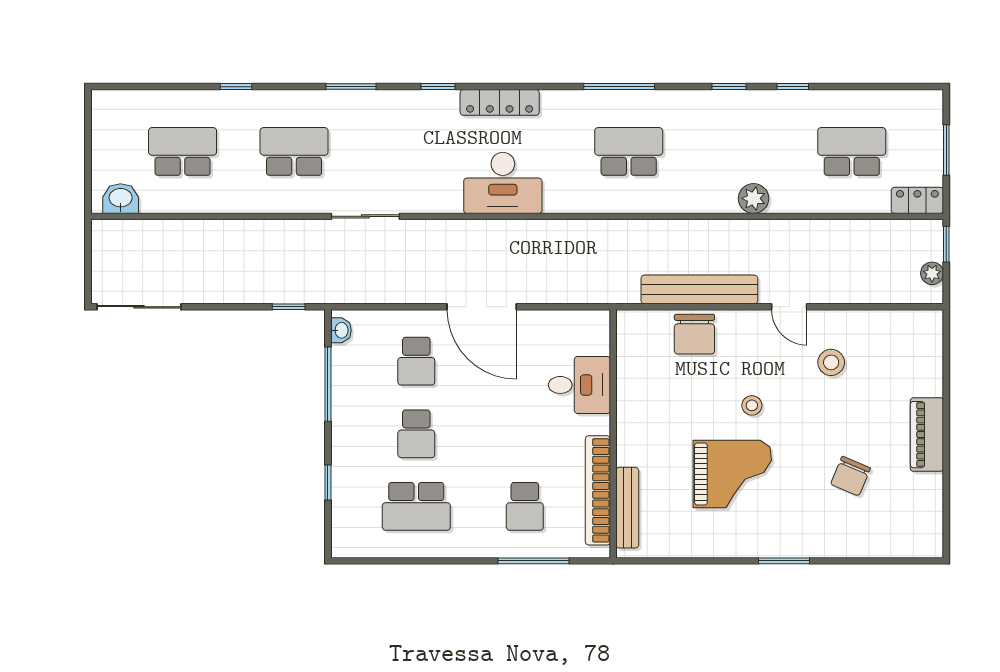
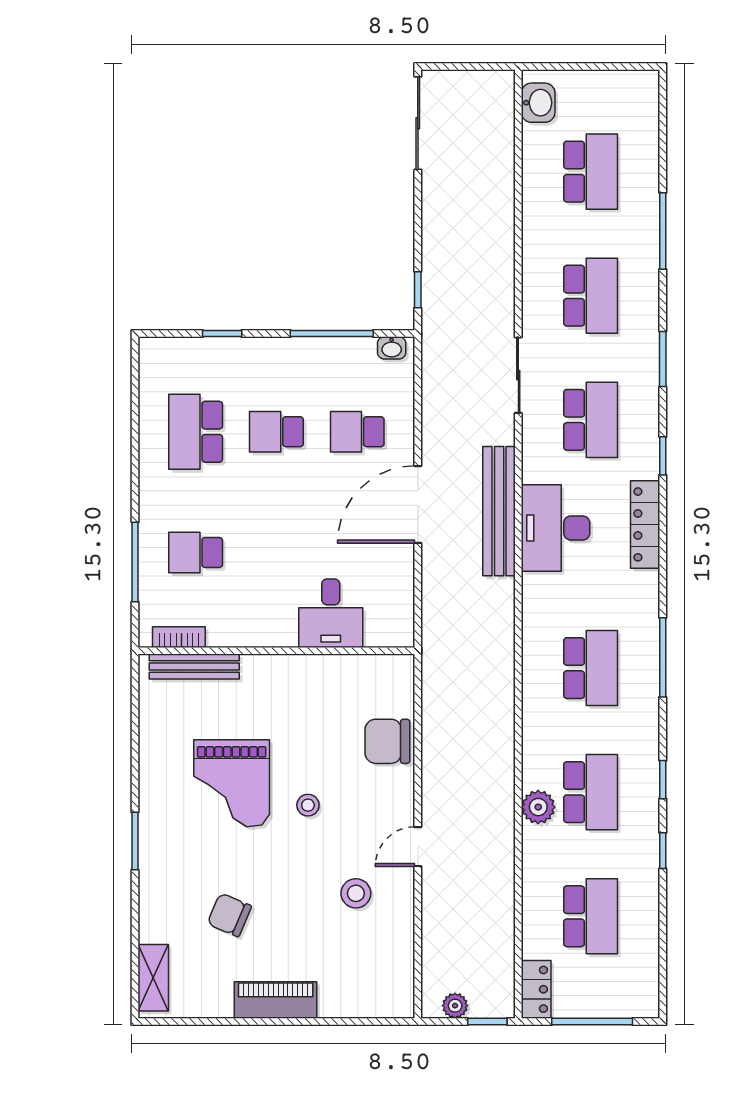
window: (236, 87) -> (663, 231), width x2.17
window: (946, 150) -> (592, 1021), width x1.44
school desk: (406, 151) -> (591, 420), added
school desk: (740, 151) -> (591, 792), added
bench: (699, 289) -> (499, 511), moved
bookcase: (598, 490) -> (179, 637), width x0.43, depth x0.76
shelving: (907, 544) -> (153, 978), added

